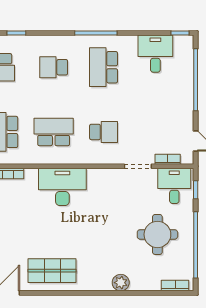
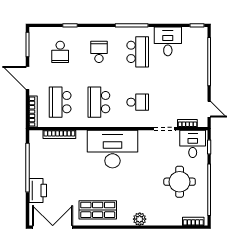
desk: (155, 54) -> (168, 41), moved
school desk: (54, 67) -> (99, 52), turned 90
school desk: (104, 67) -> (138, 52), turned 180
school desk: (54, 132) -> (99, 102), turned -90
desk: (62, 187) -> (112, 149), width x1.36, depth x1.30
plant: (121, 283) -> (140, 219), moved

